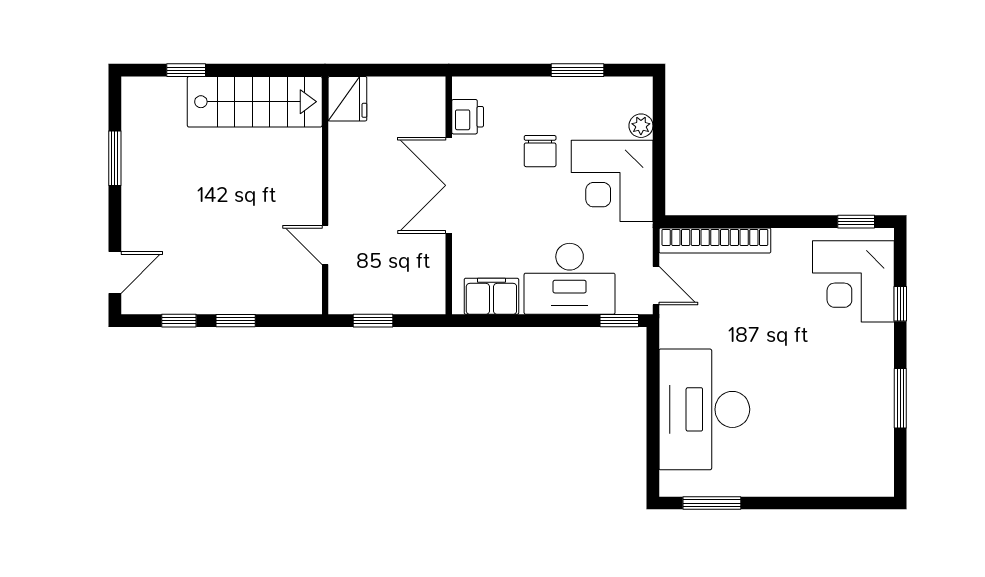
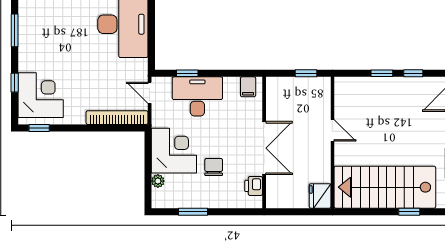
stairs: (255, 102) -> (385, 187), width x1.36, depth x1.51
door: (325, 245) -> (332, 130), moved
filing cabinet: (491, 296) -> (248, 87), width x0.50
window: (619, 321) -> (187, 73), moved

